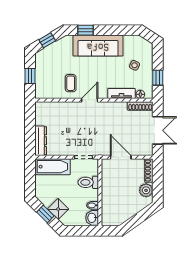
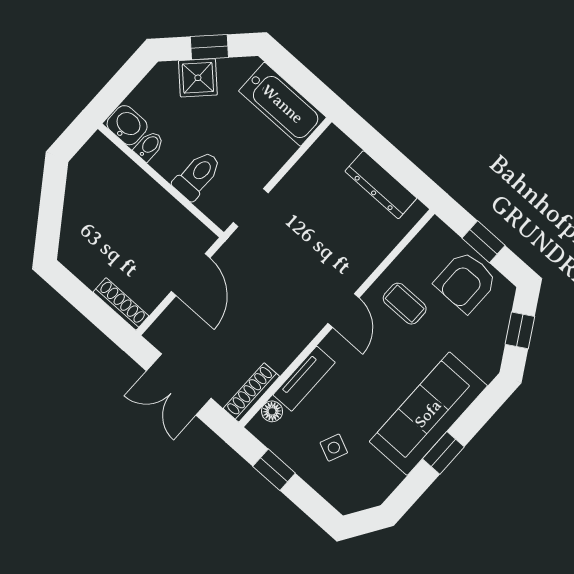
window: (86, 30) -> (443, 453), moved
armchair: (47, 70) -> (466, 282), added
dresser: (41, 141) -> (381, 185), moved
door: (121, 157) -> (191, 275), hinge flipped
bathtub: (53, 167) -> (282, 104), moved, turned -90
plant: (146, 190) -> (90, 267), removed

